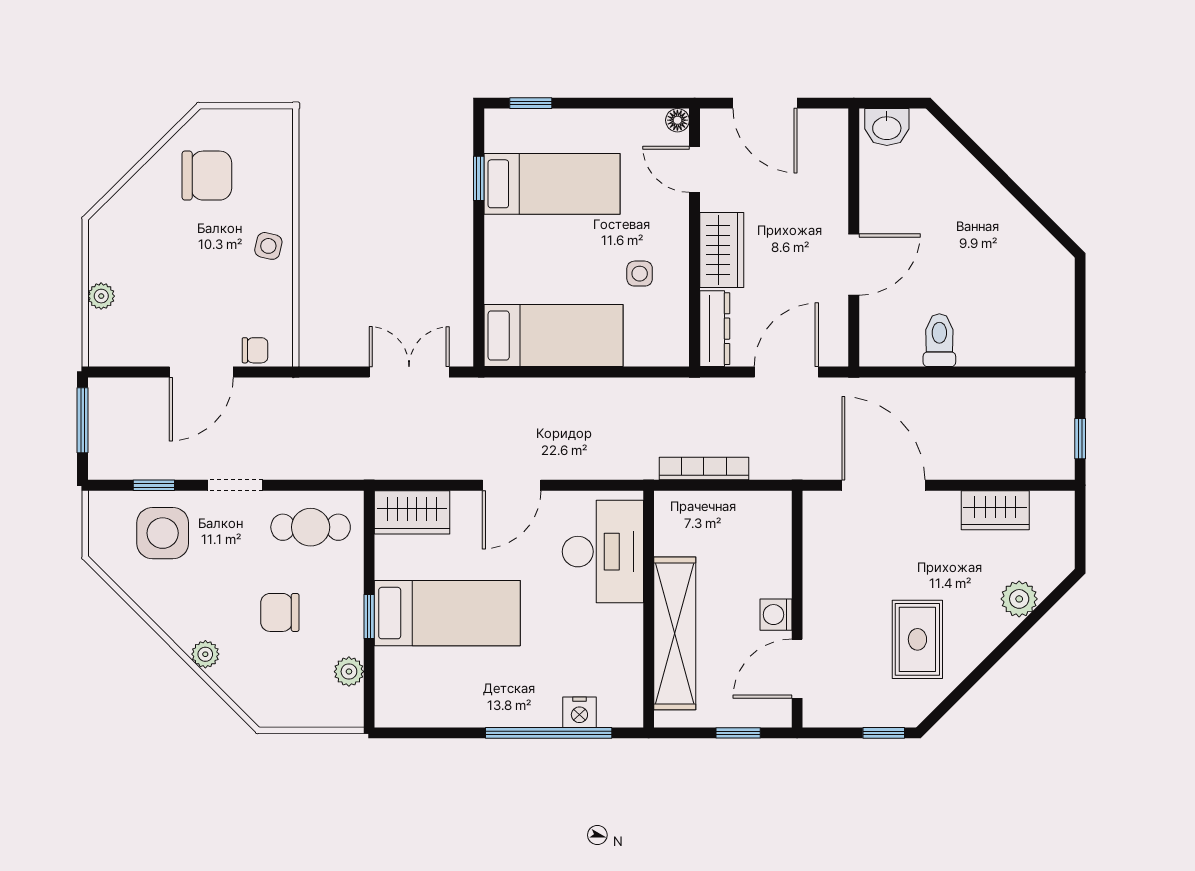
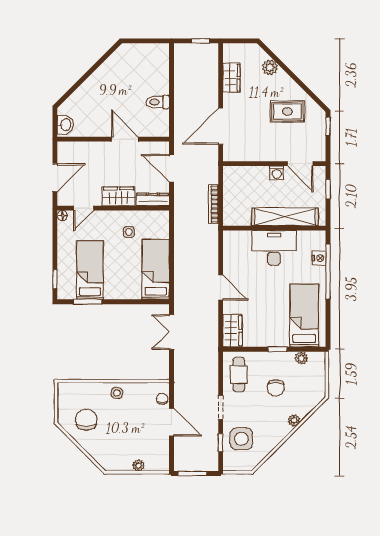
window: (479, 178) -> (88, 302), width x1.50
desk: (603, 552) -> (274, 248), moved
bed: (447, 613) -> (304, 315), moved

